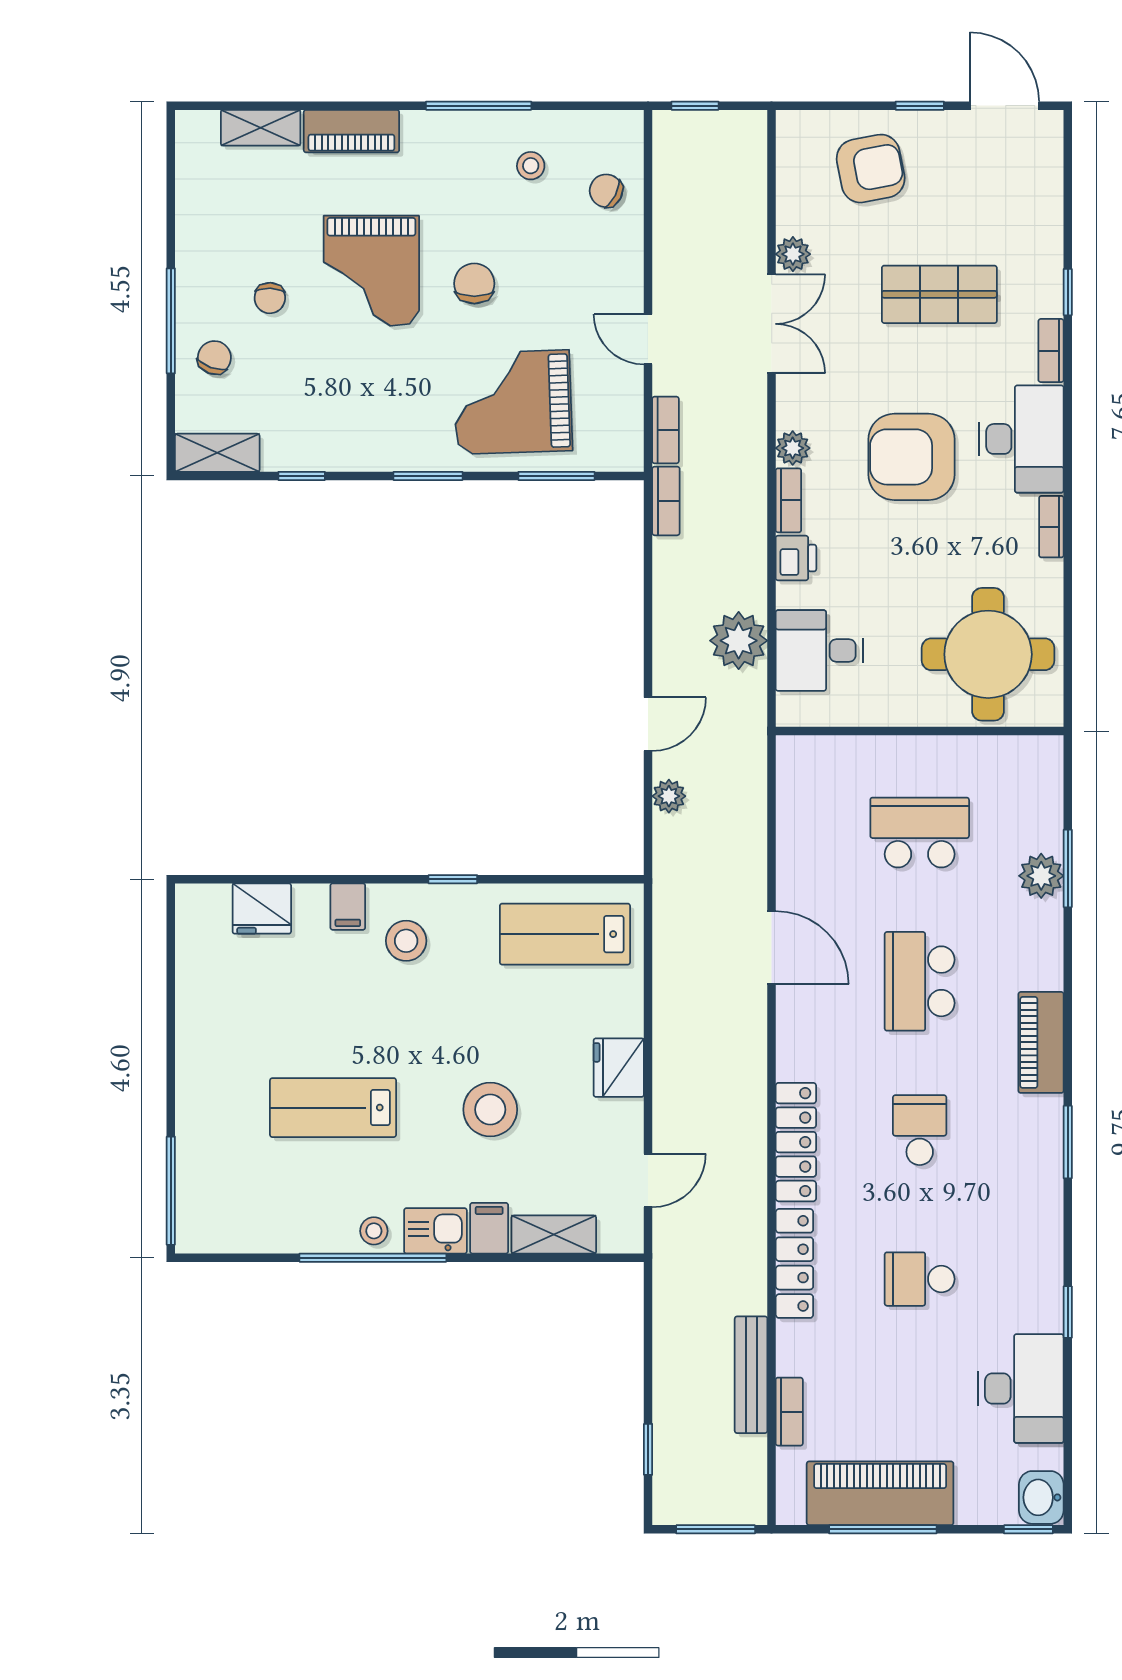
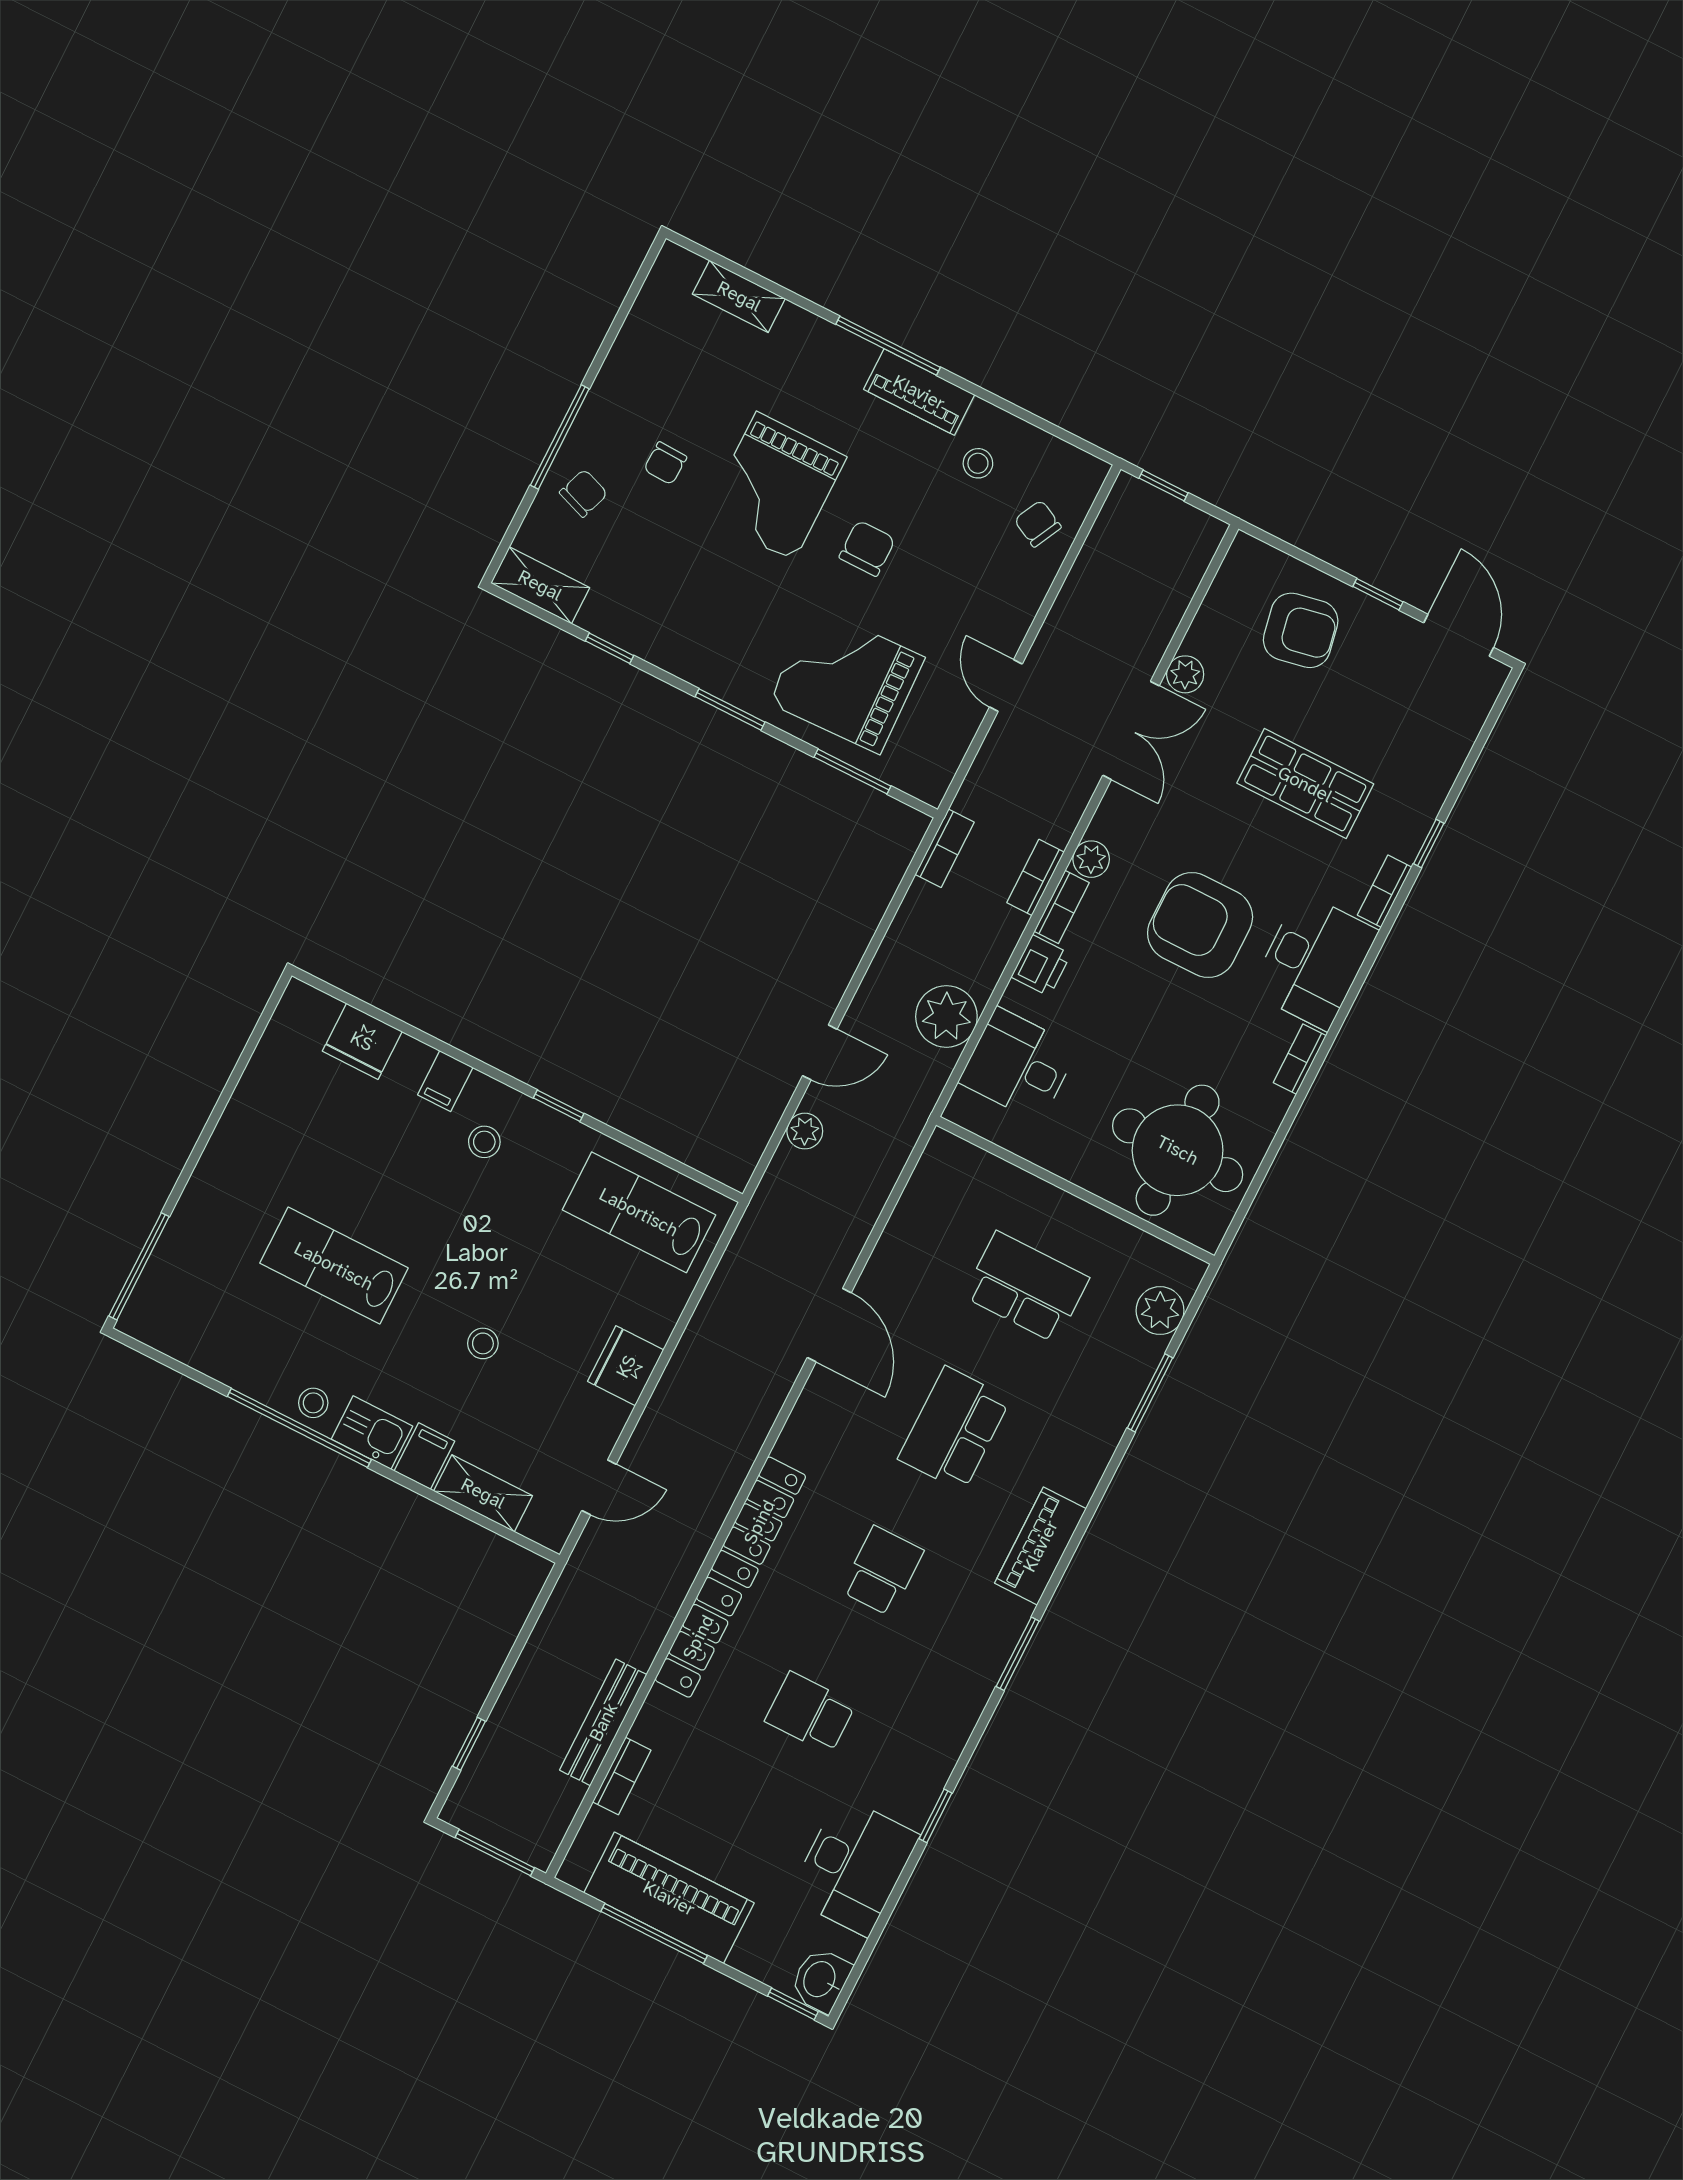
window: (479, 106) -> (888, 346), moved
piano: (351, 131) -> (919, 392), moved
bookcase: (666, 430) -> (1036, 877), moved, turned 180
plant: (1041, 876) -> (1160, 1311), moved
stool: (406, 941) -> (484, 1142), width x0.73, depth x0.73
stool: (490, 1110) -> (483, 1343), width x0.53, depth x0.53

